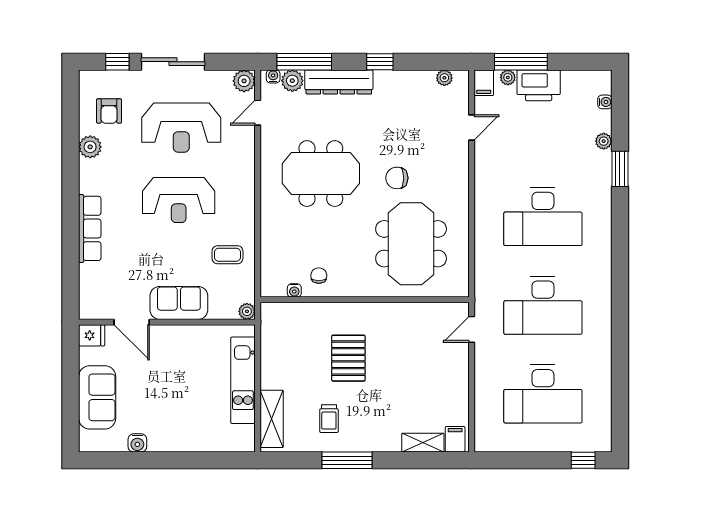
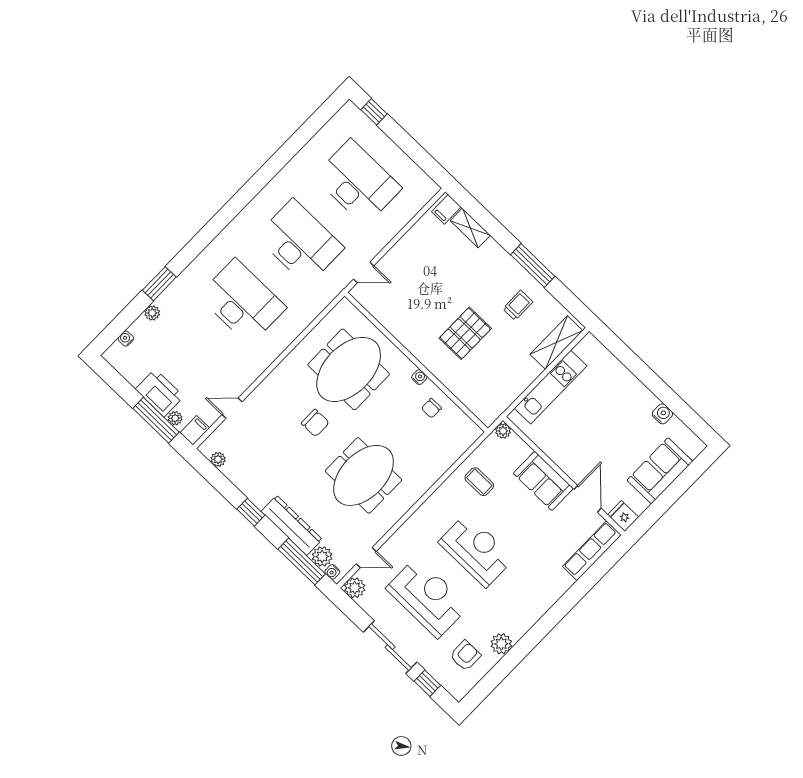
meeting table: (321, 174) -> (363, 475), turned 90
row of seats: (90, 228) -> (592, 551), moved
water cooler: (294, 290) -> (419, 377), moved

